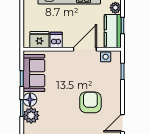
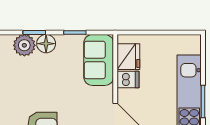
sofa: (34, 73) -> (99, 60), moved, turned 90

